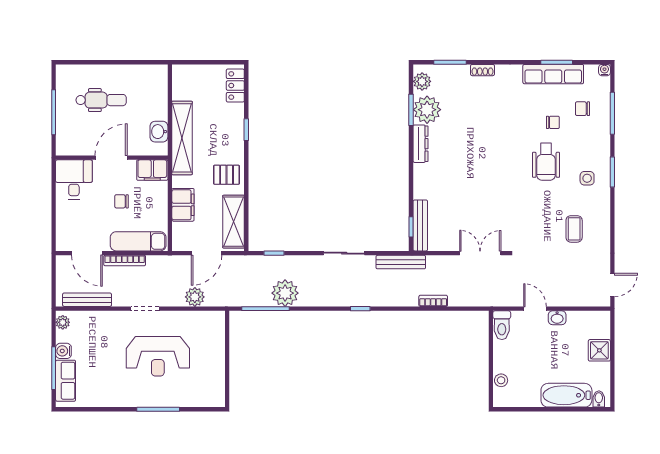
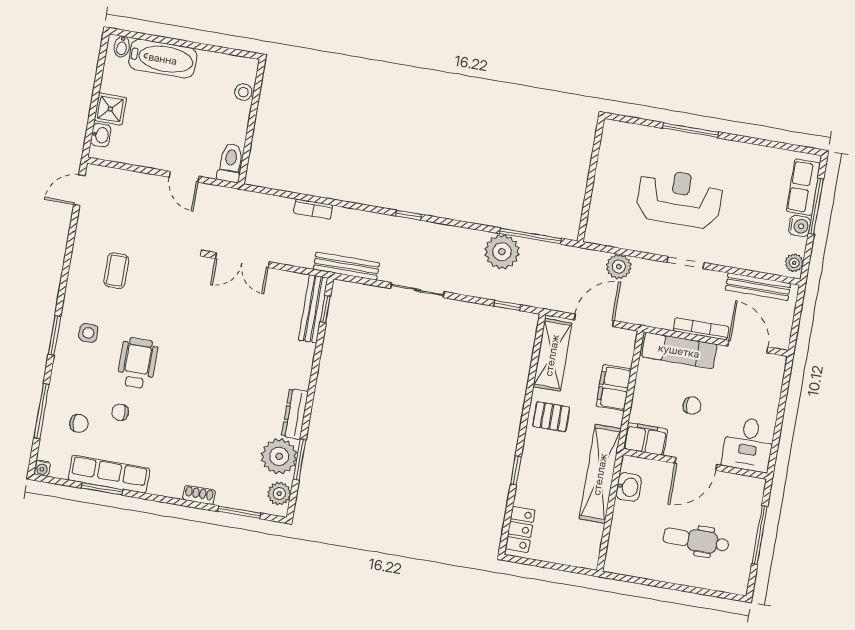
washbasin: (557, 318) -> (101, 135), moved, turned 90

